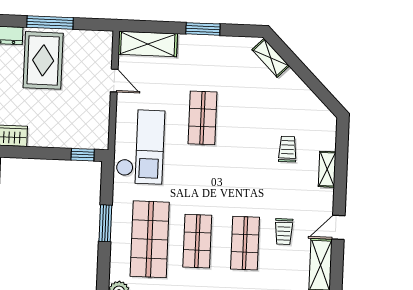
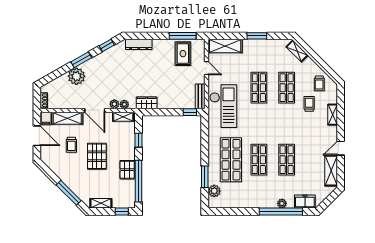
window: (50, 23) -> (183, 36), moved
rug: (43, 60) -> (183, 54), moved, width x0.73, depth x0.70
shop shelf: (250, 120) -> (287, 88), added
bench: (101, 128) -> (200, 96), added
window: (105, 223) -> (205, 177), moved
trolley: (284, 232) -> (319, 83), moved

